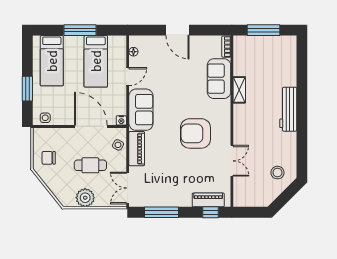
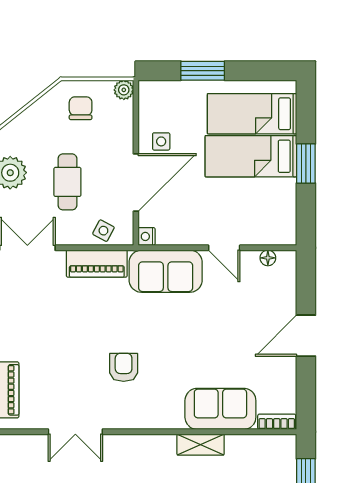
window: (80, 30) -> (306, 164), width x0.69
bed: (96, 61) -> (251, 156), moved
side table: (45, 118) -> (161, 141), moved
plant: (38, 133) -> (124, 90), added
armchair: (195, 133) -> (124, 367), width x0.53, depth x0.53

